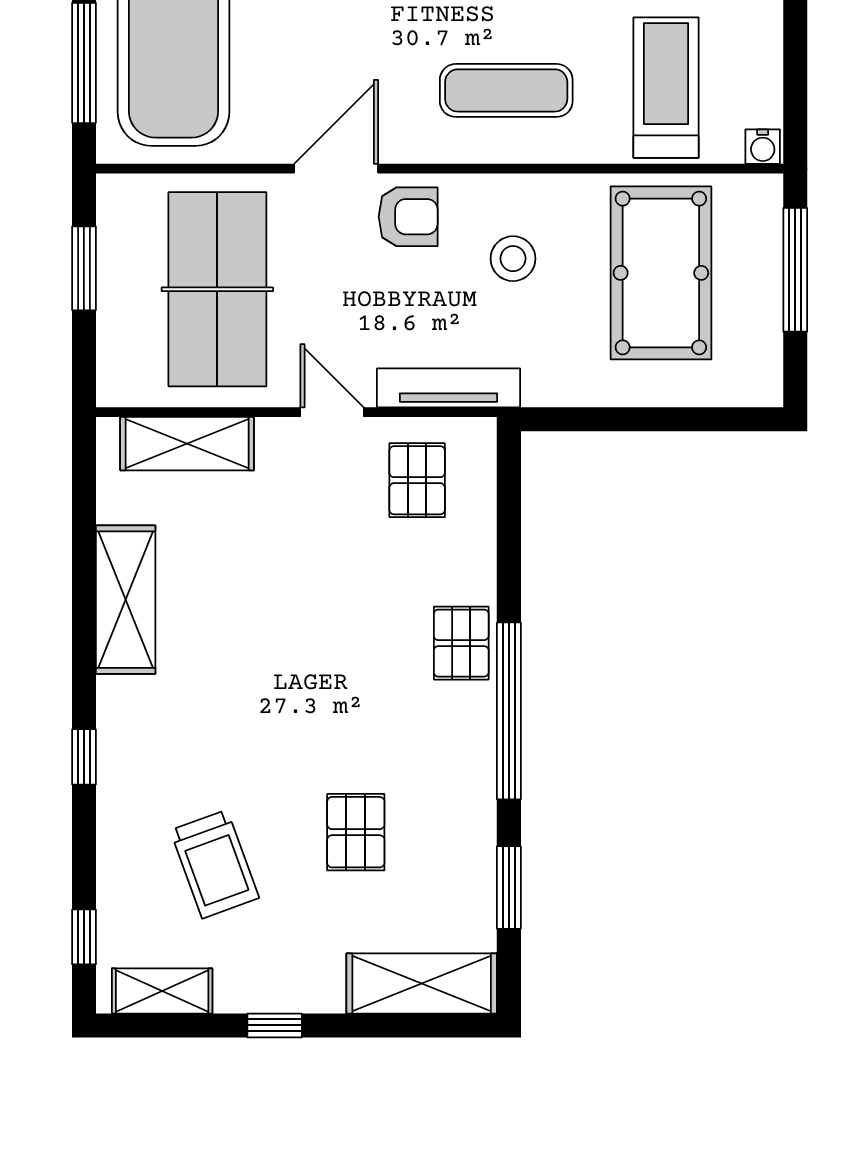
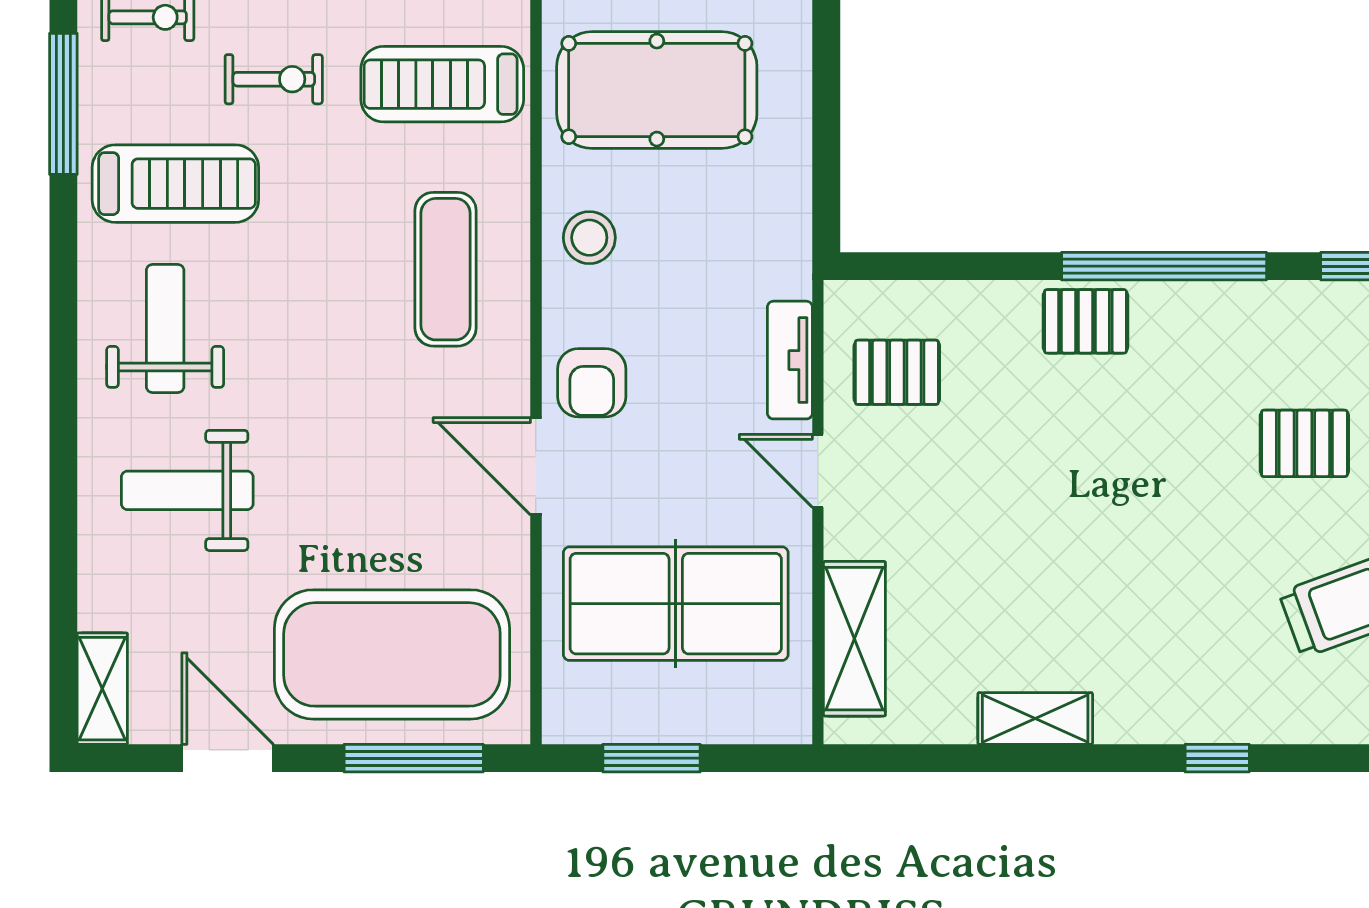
armchair: (408, 217) -> (592, 383), turned 180
stool: (513, 259) -> (589, 238), moved
tv unit: (449, 388) -> (790, 360), width x0.71
door: (332, 412) -> (818, 471), hinge flipped
shelving: (126, 600) -> (1035, 718), width x0.67, depth x0.75

